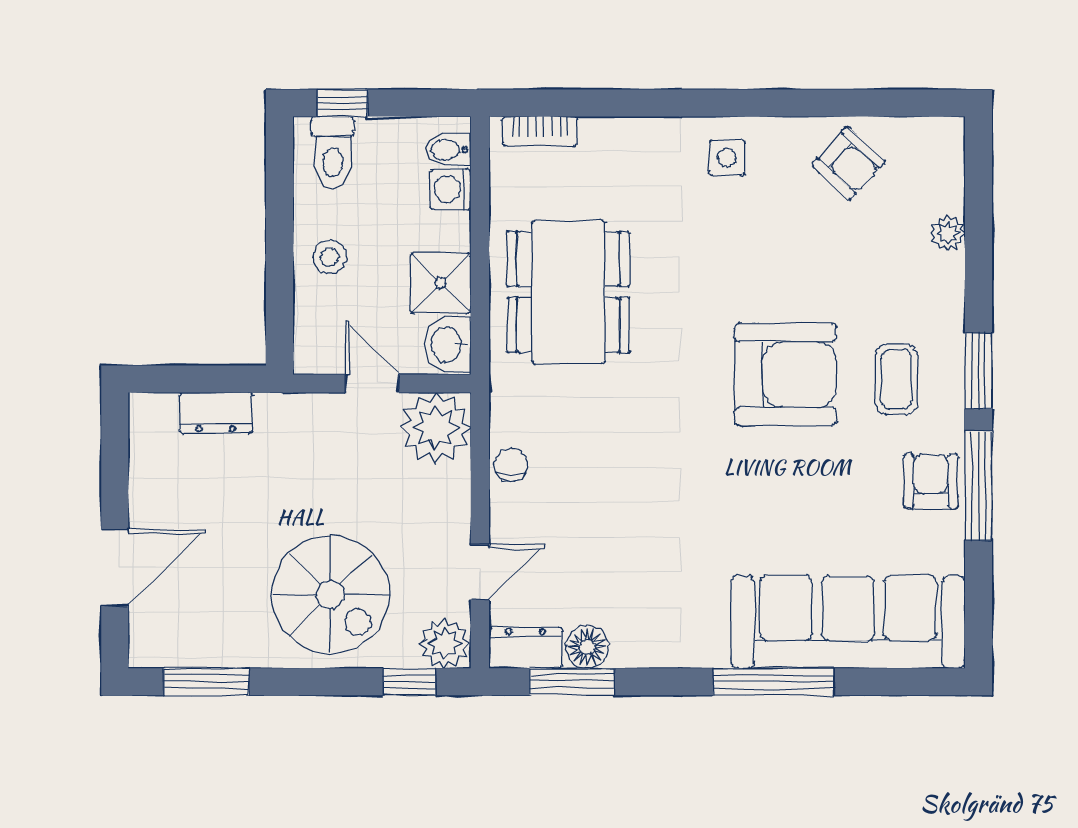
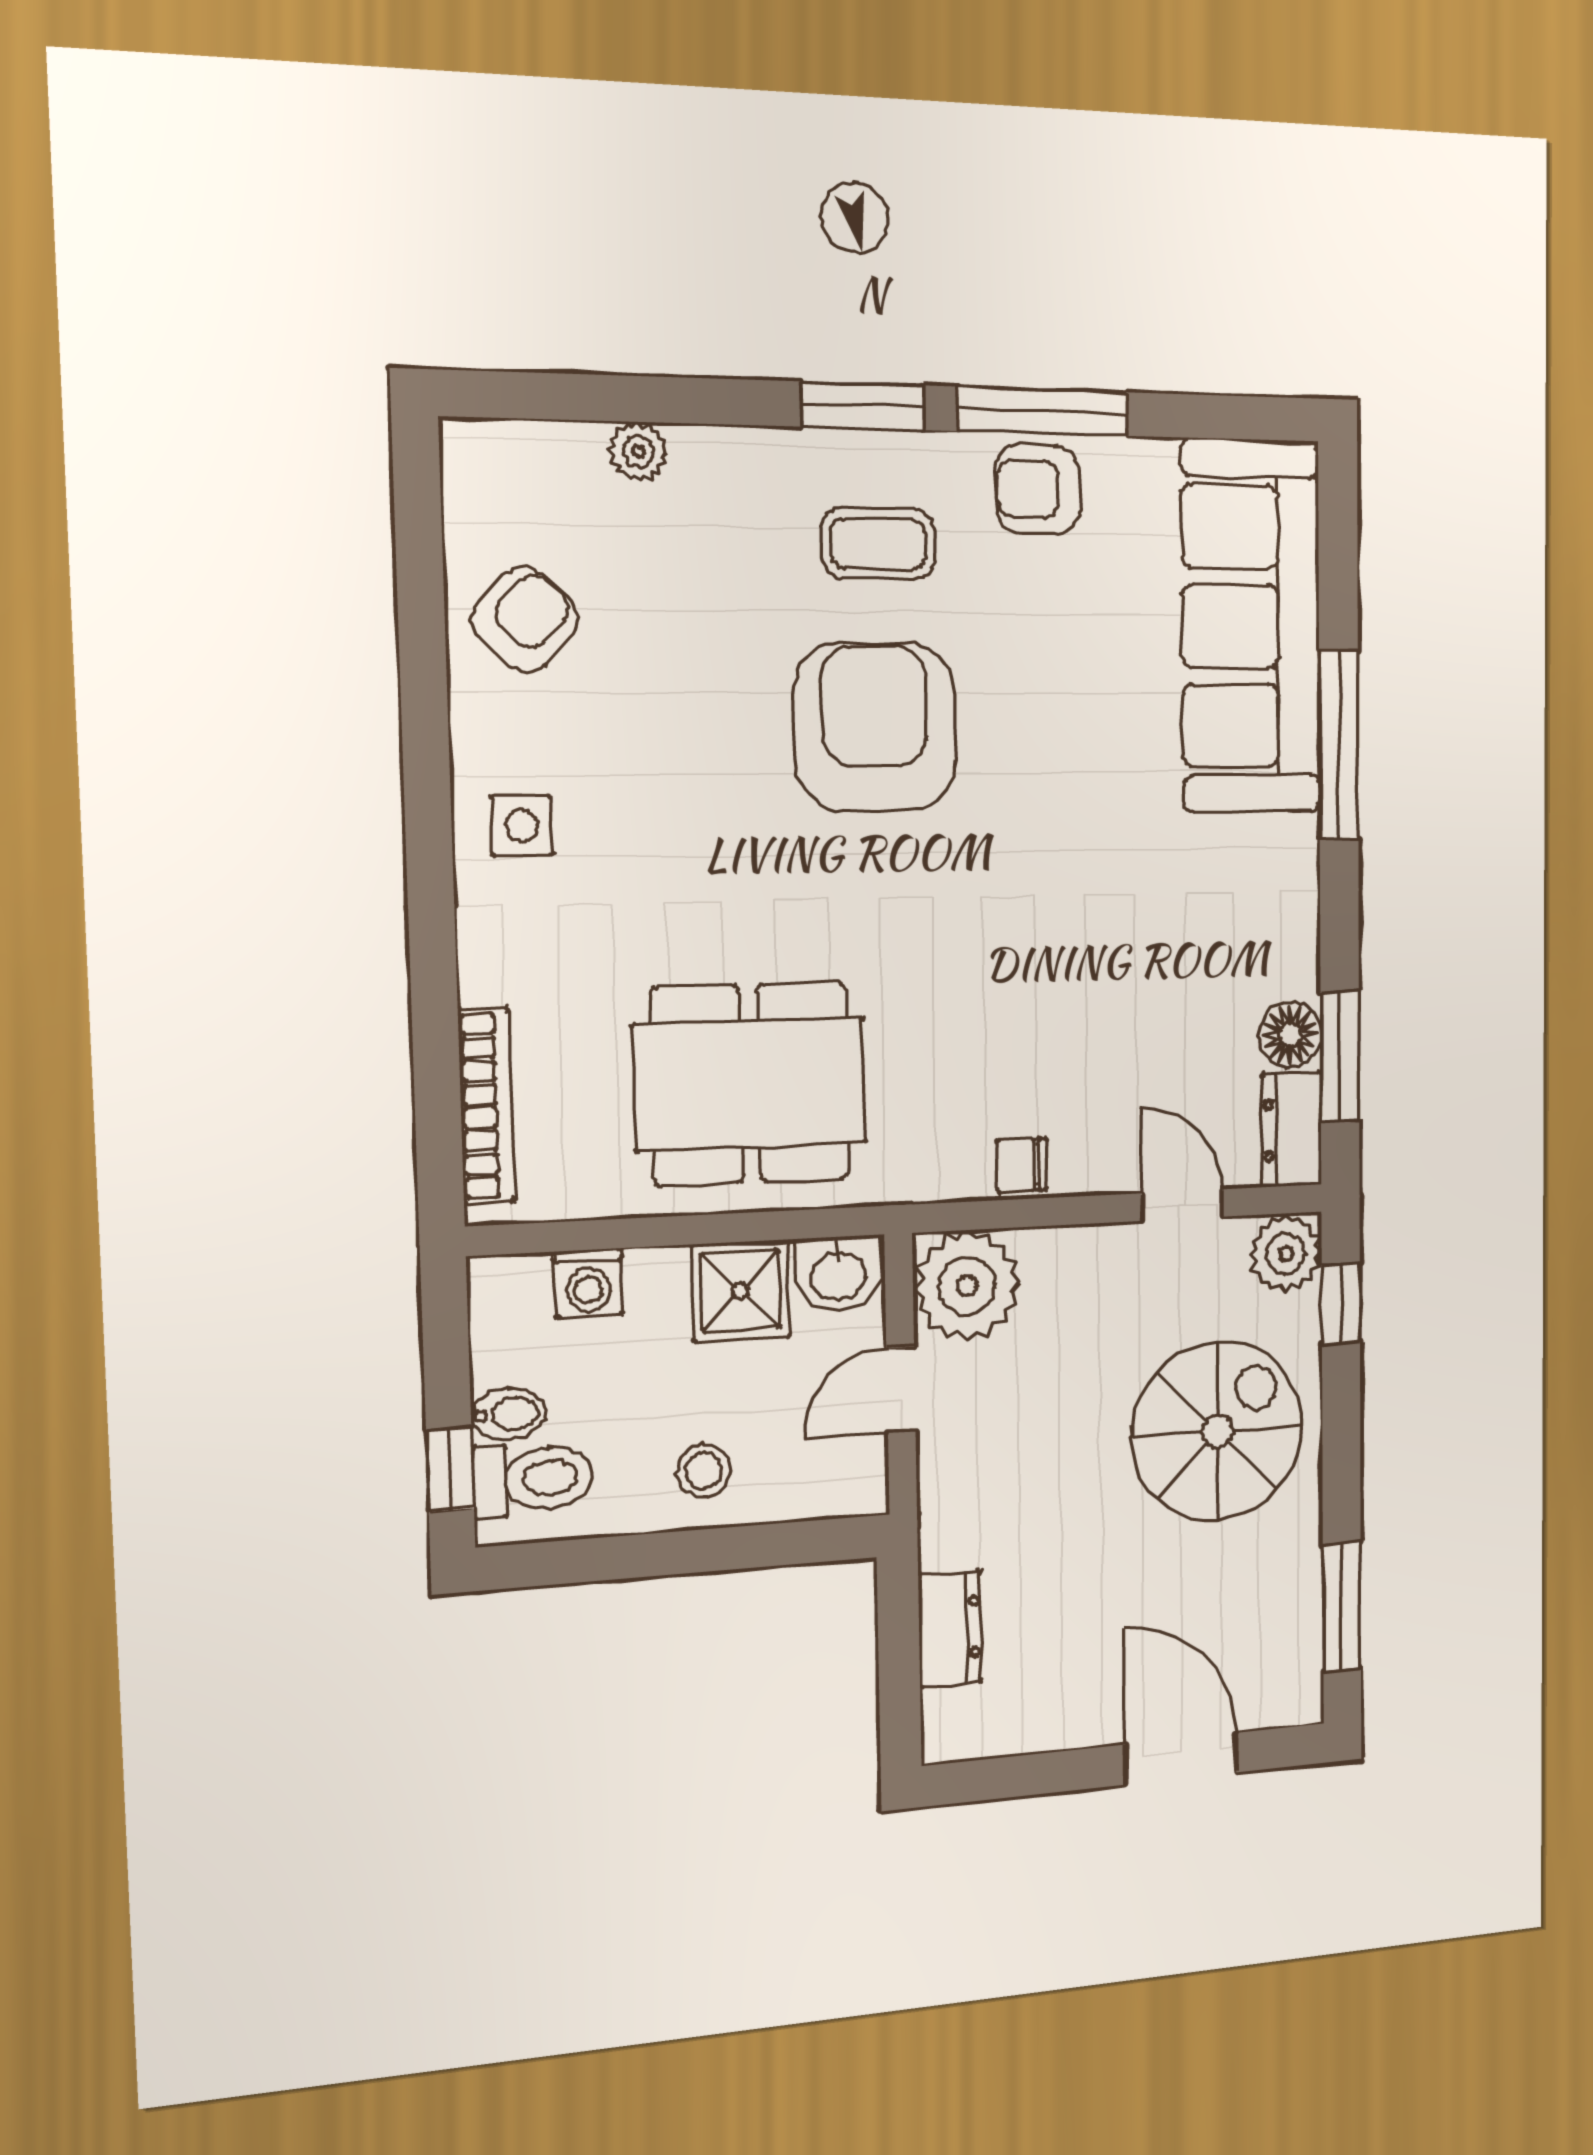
bookcase: (540, 131) -> (486, 1106), width x1.56
bidet: (448, 150) -> (509, 1414), moved, turned -90

